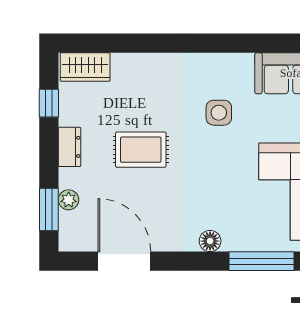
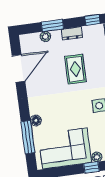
window: (49, 209) -> (52, 25), moved
floor lamp: (210, 241) -> (36, 121), moved

